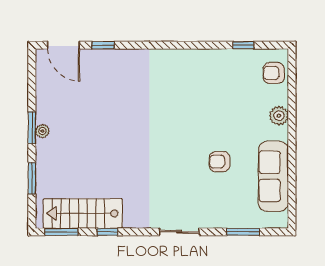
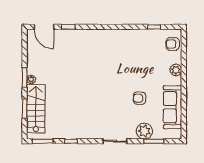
stairs: (83, 213) -> (36, 109), moved, turned 90
plant: (227, 215) -> (144, 131), added

